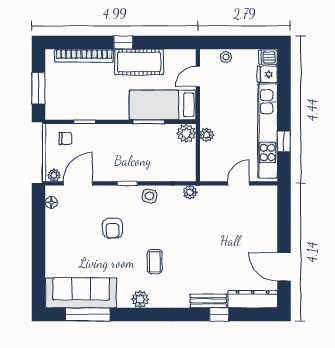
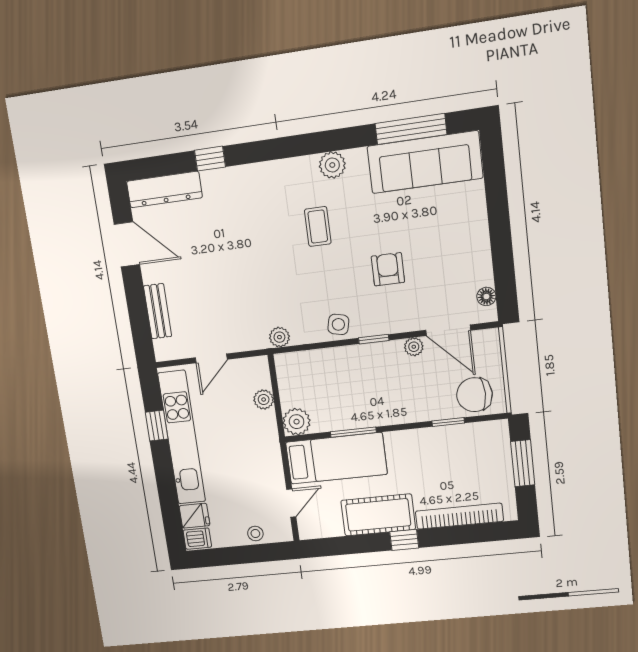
plant: (207, 135) -> (264, 400), moved
chair: (65, 138) -> (474, 395), width x1.87, depth x1.87
plant: (54, 175) -> (414, 347), moved
door: (78, 183) -> (448, 330), hinge flipped
bench: (208, 301) -> (158, 311), moved, turned 90

